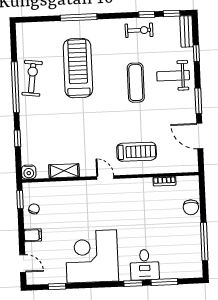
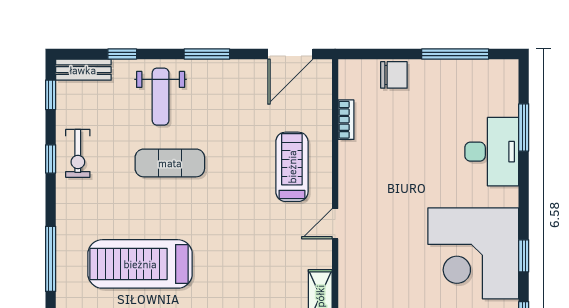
window: (147, 15) -> (51, 159), moved
exercise bike: (139, 30) -> (78, 153), turned 180
door: (200, 136) -> (290, 54), moved
desk: (145, 265) -> (492, 152), width x1.37
window: (133, 283) -> (524, 256), moved

